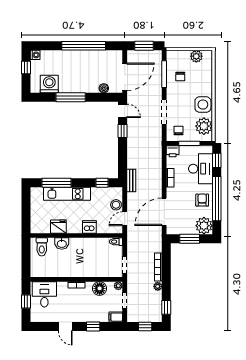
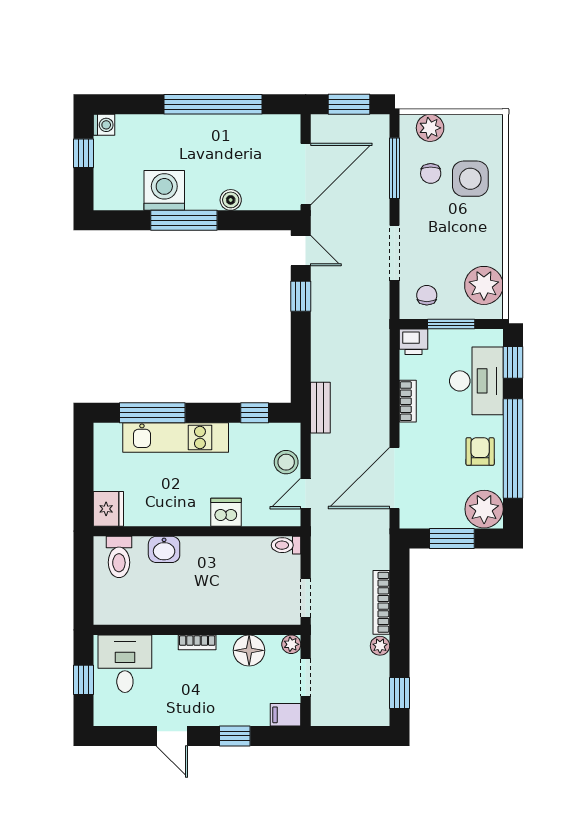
plant: (196, 56) -> (430, 128), moved
washing machine: (49, 84) -> (164, 190), moved
boiler: (104, 88) -> (231, 200), moved
side table: (203, 105) -> (470, 179), moved
fridge: (58, 227) -> (108, 509), moved, turned 90
window: (145, 326) -> (352, 736), removed

